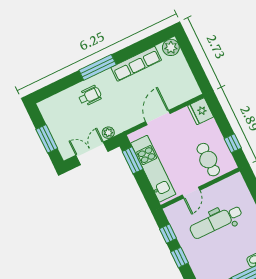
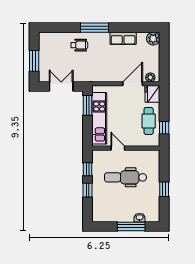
row of seats: (136, 64) -> (123, 38), width x0.68
door: (158, 118) -> (133, 84), moved
plant: (108, 133) -> (150, 77), moved
cafe table: (208, 160) -> (149, 121), moved
door: (191, 193) -> (118, 148), swing flipped

